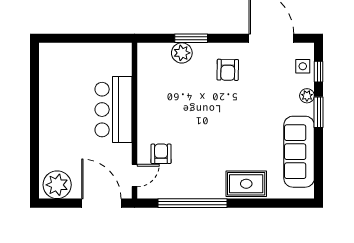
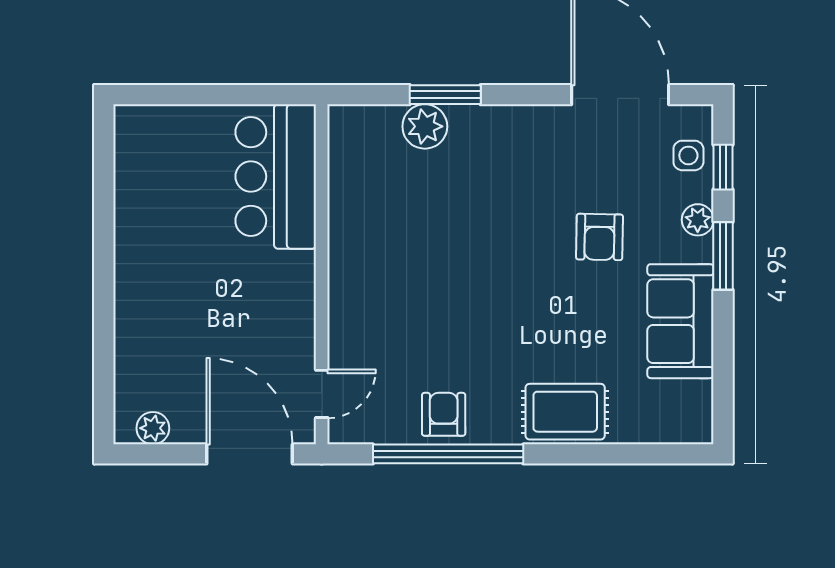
armchair: (228, 70) -> (599, 237), moved
bar counter: (113, 110) -> (276, 176), moved
sofa: (299, 152) -> (680, 321), width x0.73
armchair: (161, 154) -> (444, 414), moved
plant: (57, 185) -> (153, 428), width x0.53, depth x0.53

